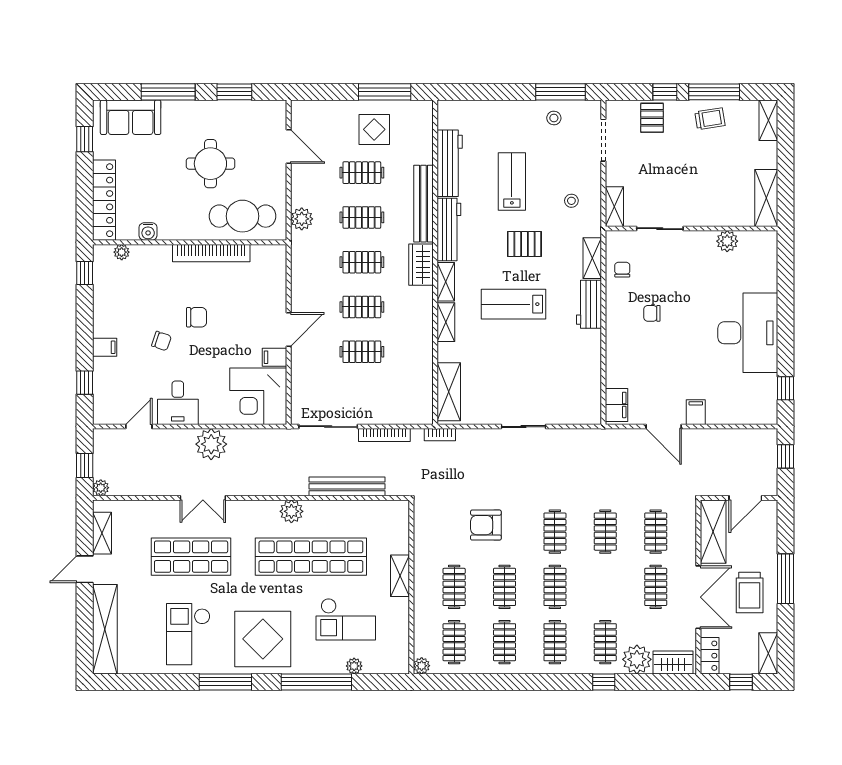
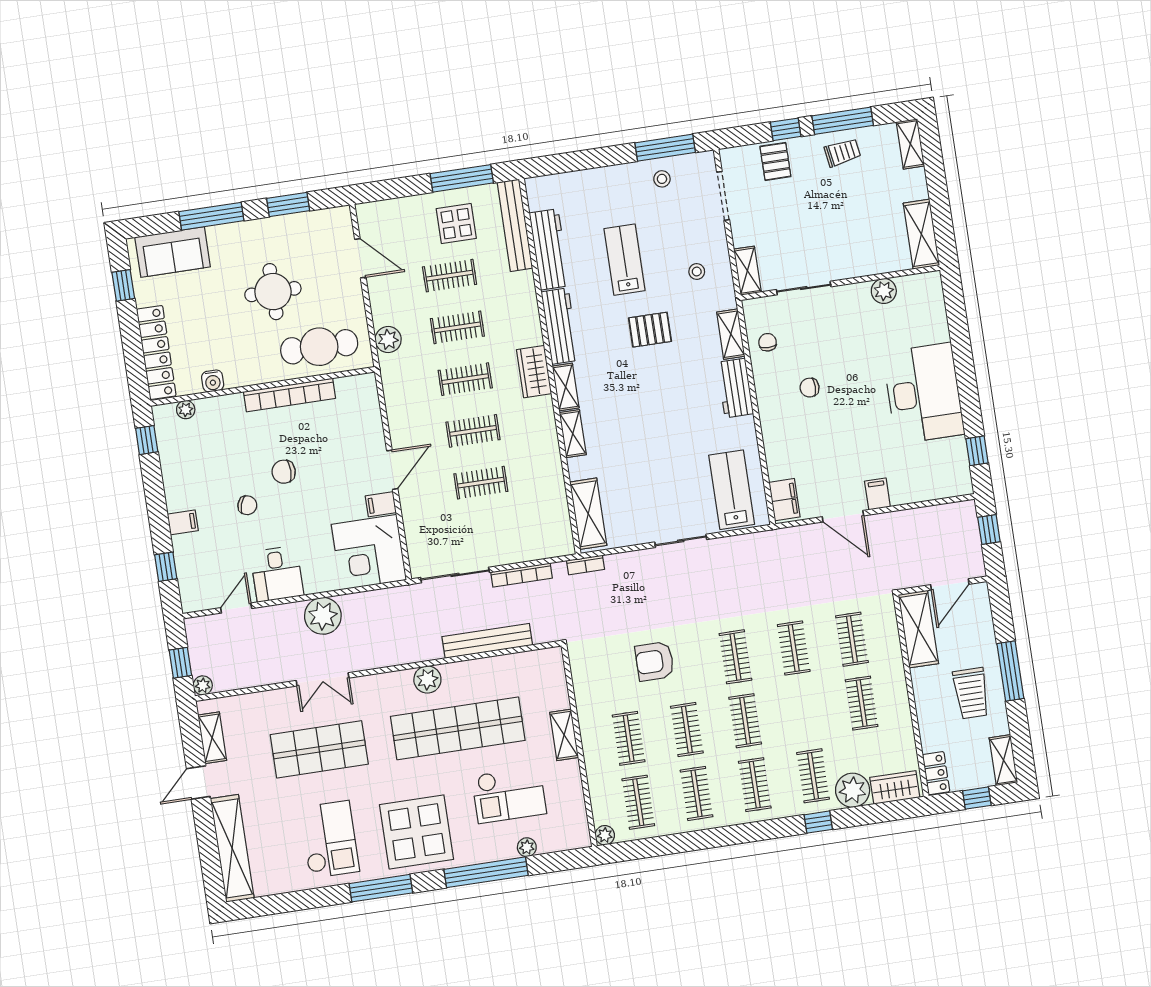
bench: (424, 204) -> (515, 225), moved
lab bench: (514, 304) -> (732, 490), moved, turned 90
chair: (196, 317) -> (284, 472), turned 180
double door: (698, 597) -> (913, 708), removed
checkout: (188, 634) -> (329, 839), turned 180

